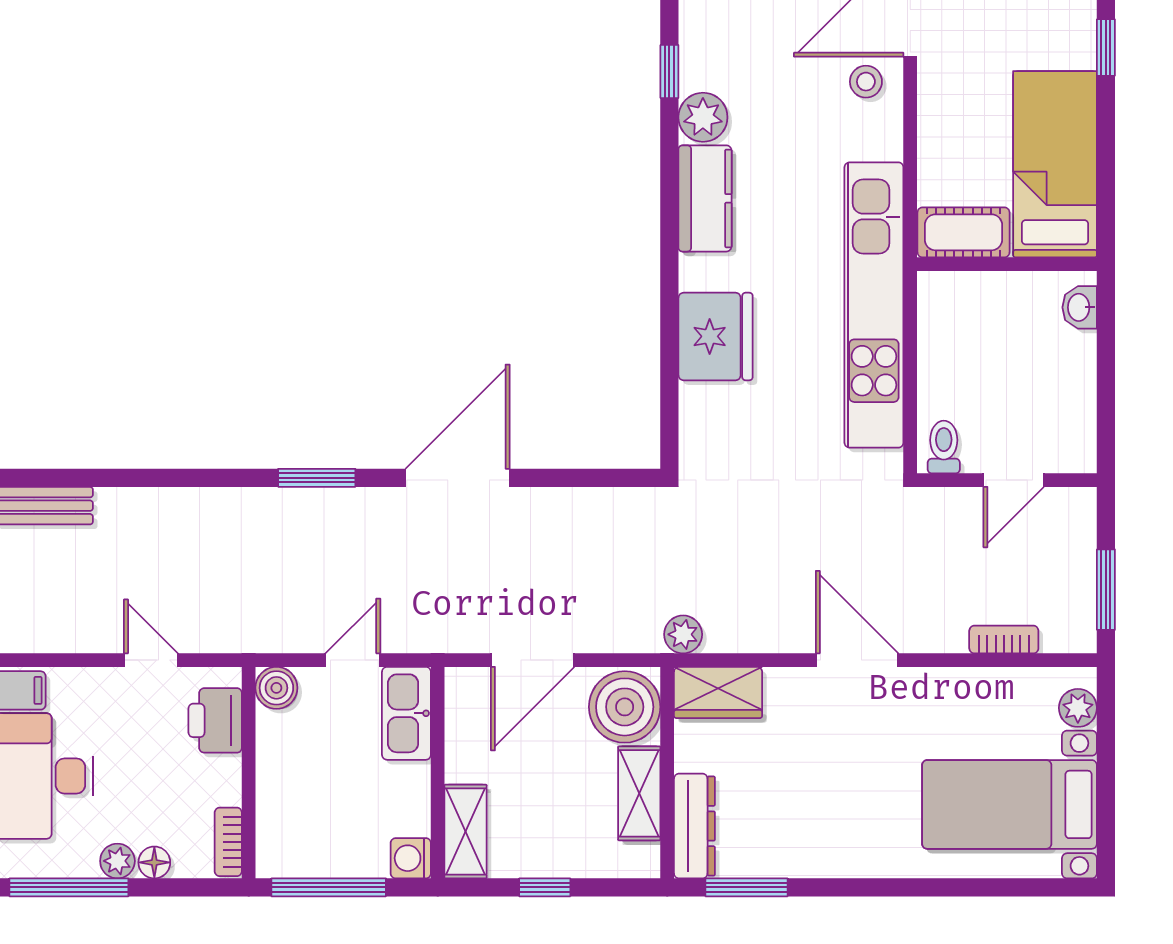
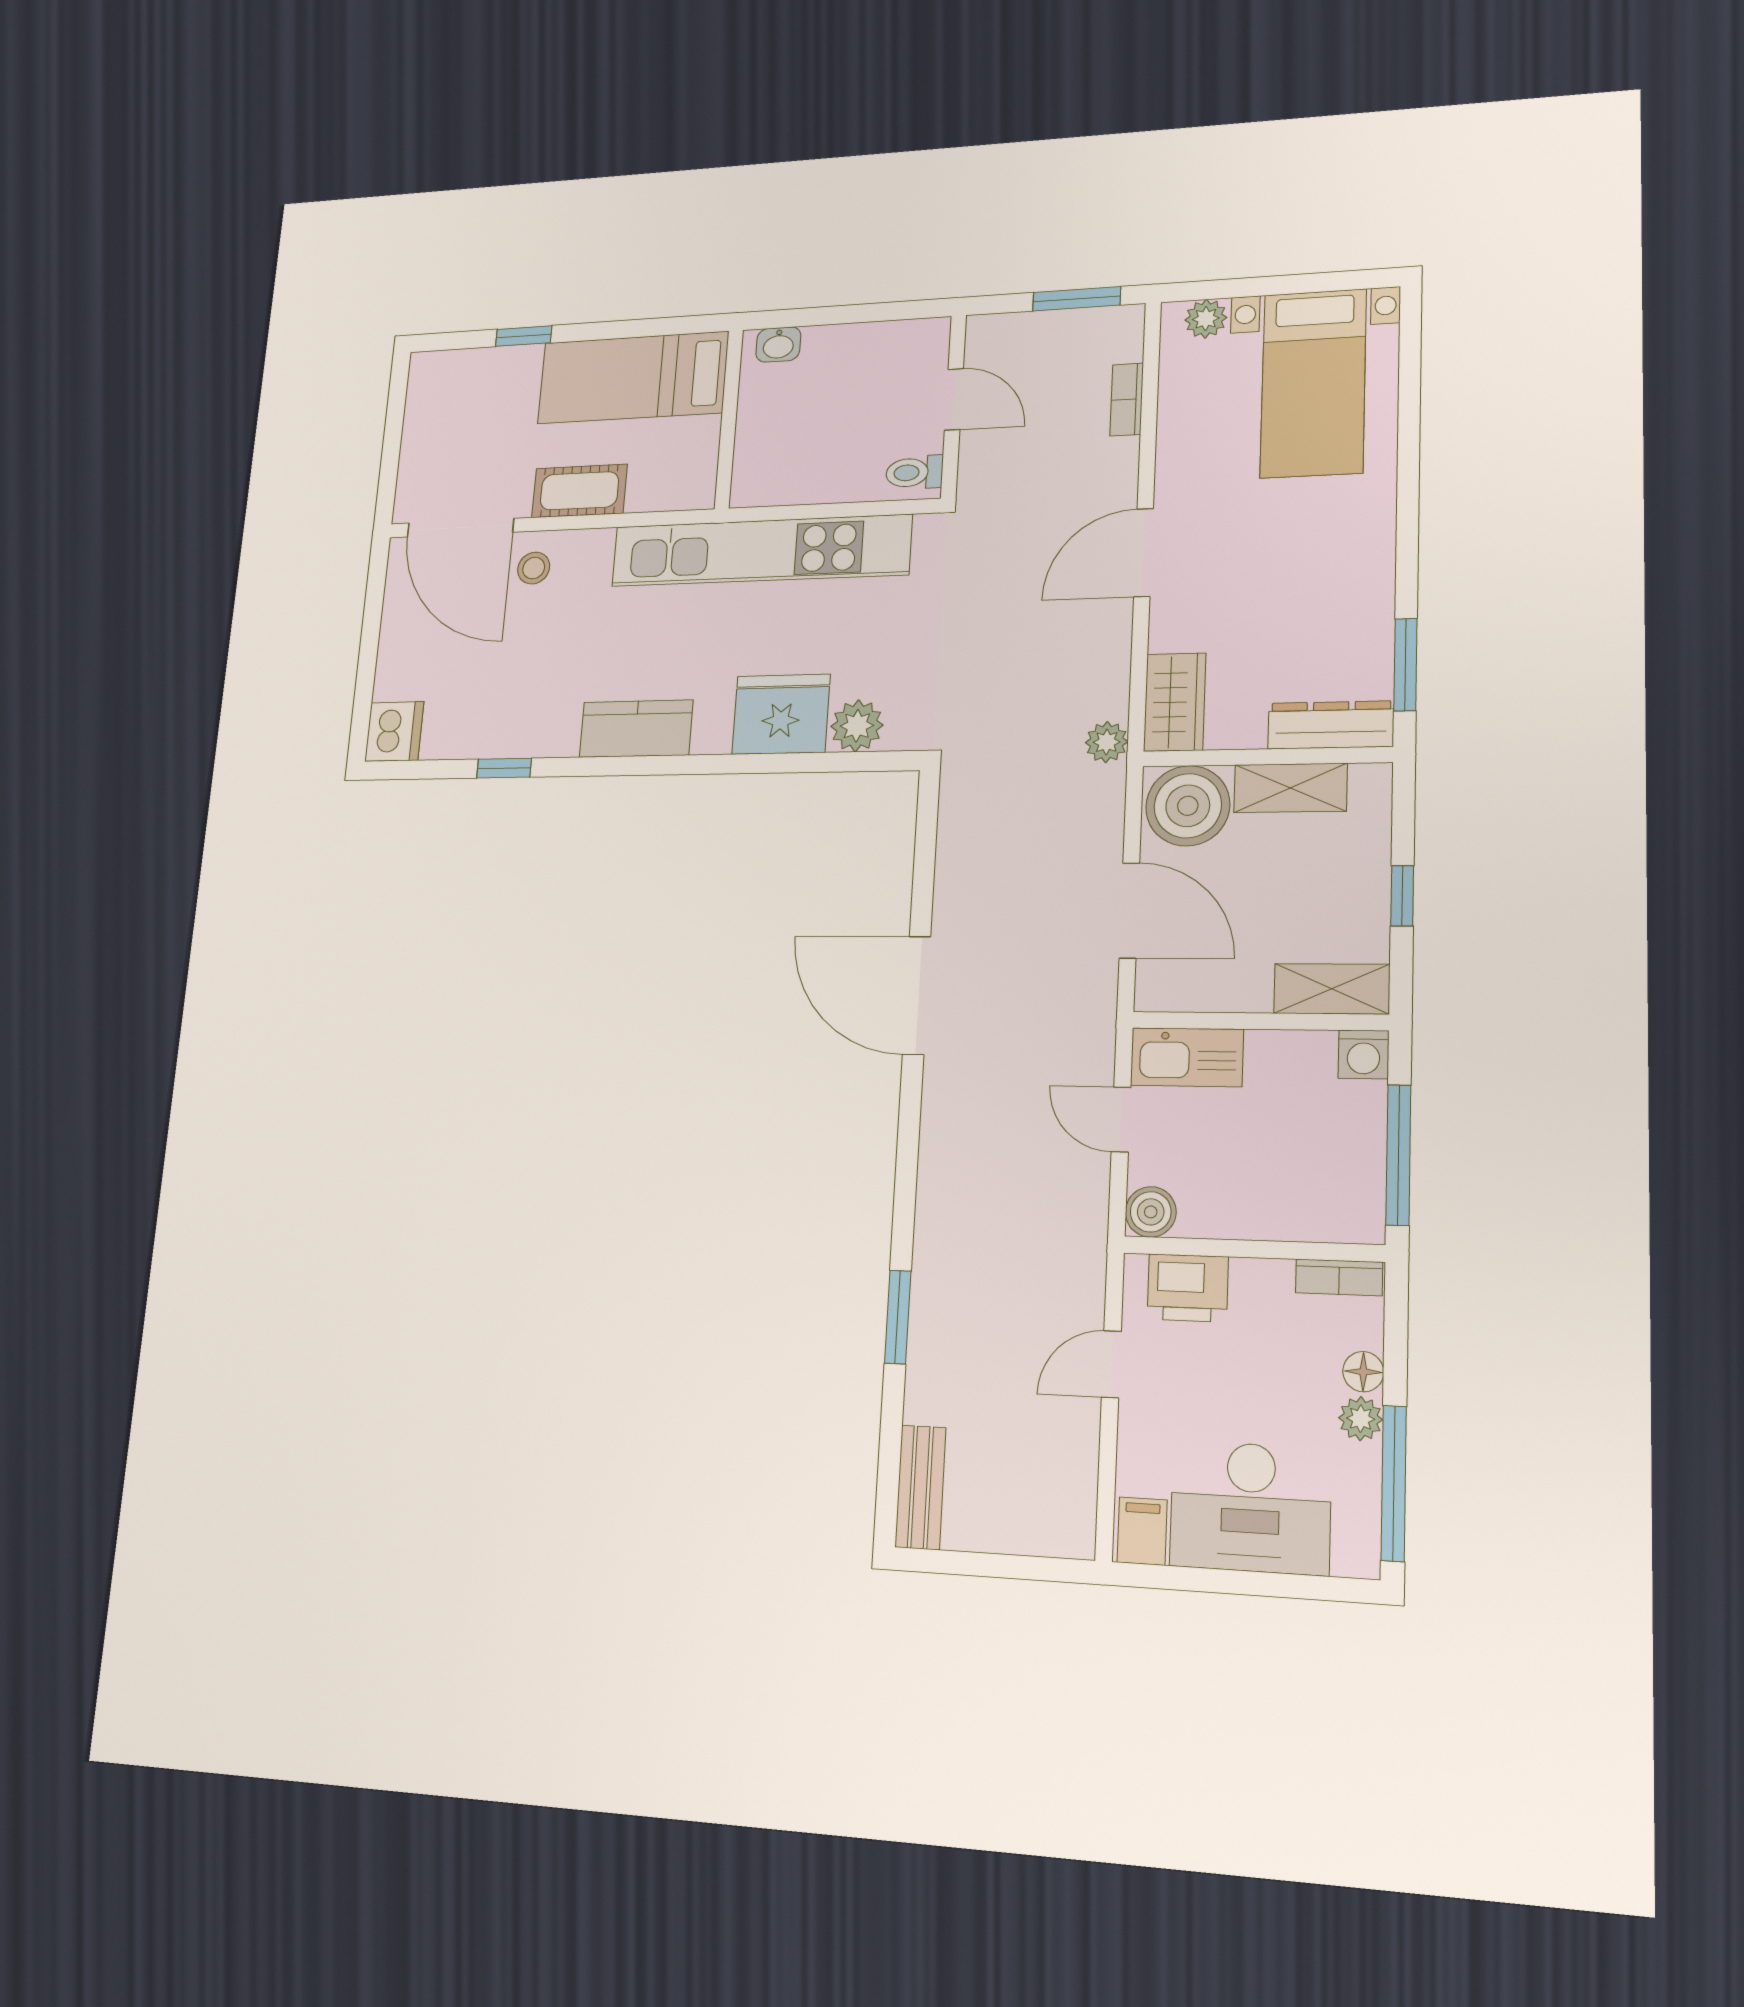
plant: (703, 117) -> (857, 726), moved
cot: (963, 232) -> (579, 491), moved, turned 90
window: (317, 478) -> (898, 1317), moved

